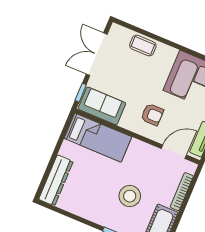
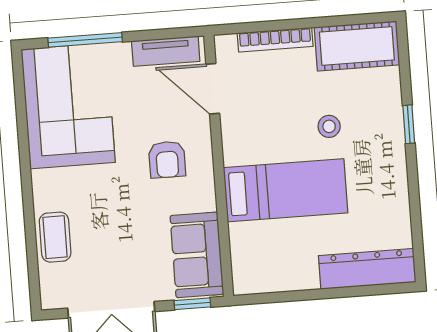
armchair: (152, 115) -> (167, 160), turned 180
bed: (98, 138) -> (286, 190), moved, turned 90
stool: (130, 196) -> (329, 126), width x0.53, depth x0.53

